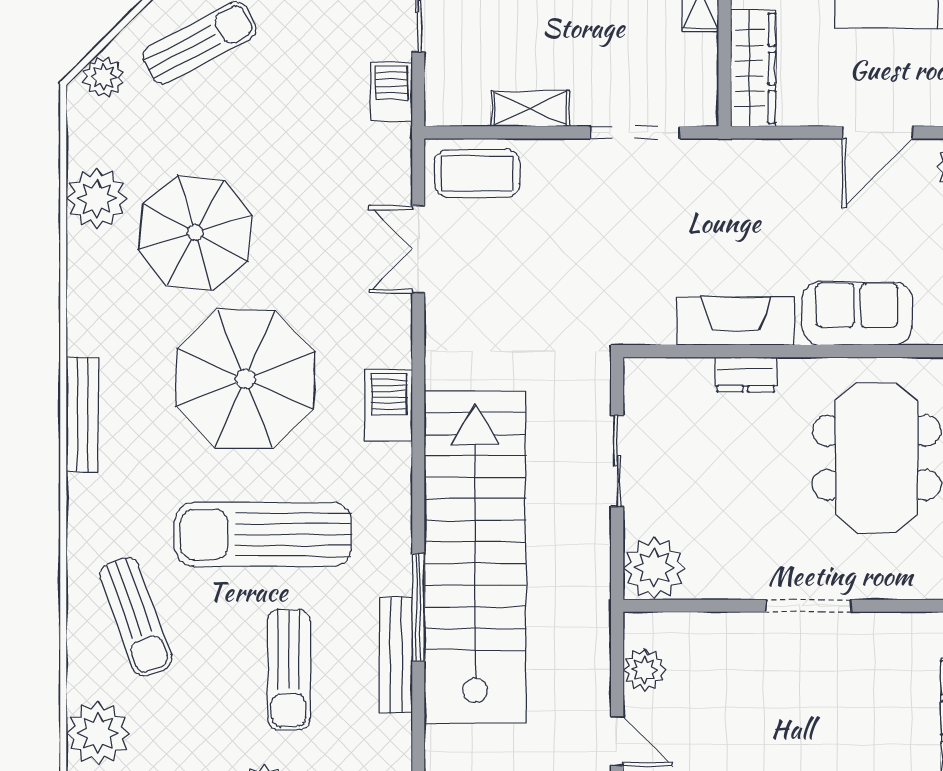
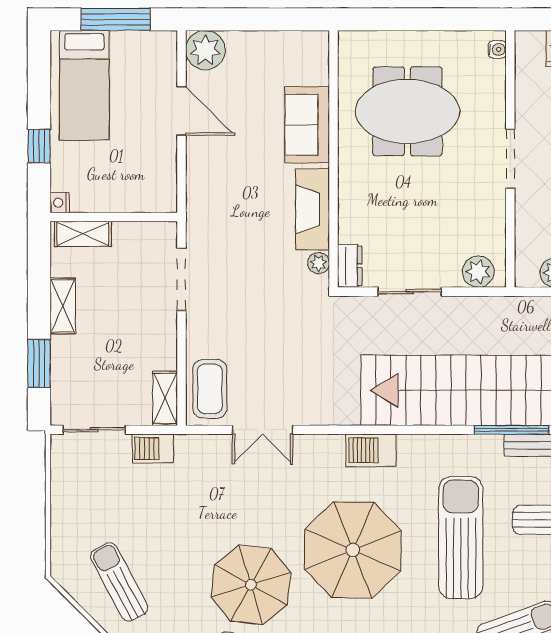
wardrobe: (753, 68) -> (137, 197), removed
shelving: (530, 109) -> (165, 398), moved
plant: (658, 330) -> (318, 263), added
dresser: (746, 375) -> (350, 266), moved
sun lounger: (263, 534) -> (461, 538), turned 180
plant: (654, 568) -> (478, 272), width x0.73, depth x0.73

